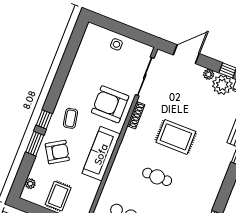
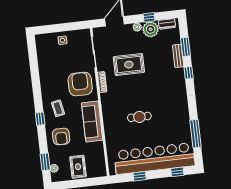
armchair: (110, 104) -> (80, 84), turned 90
rug: (176, 137) -> (129, 65), moved
window: (35, 144) -> (45, 162), moved
armchair: (57, 152) -> (61, 136), turned 122

